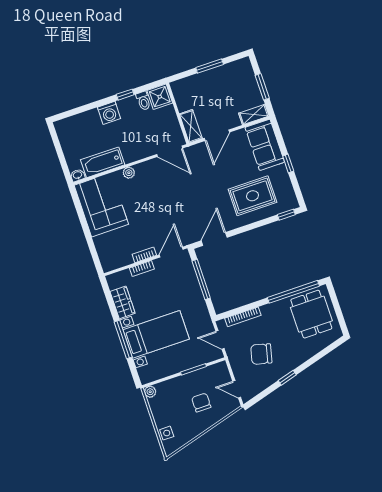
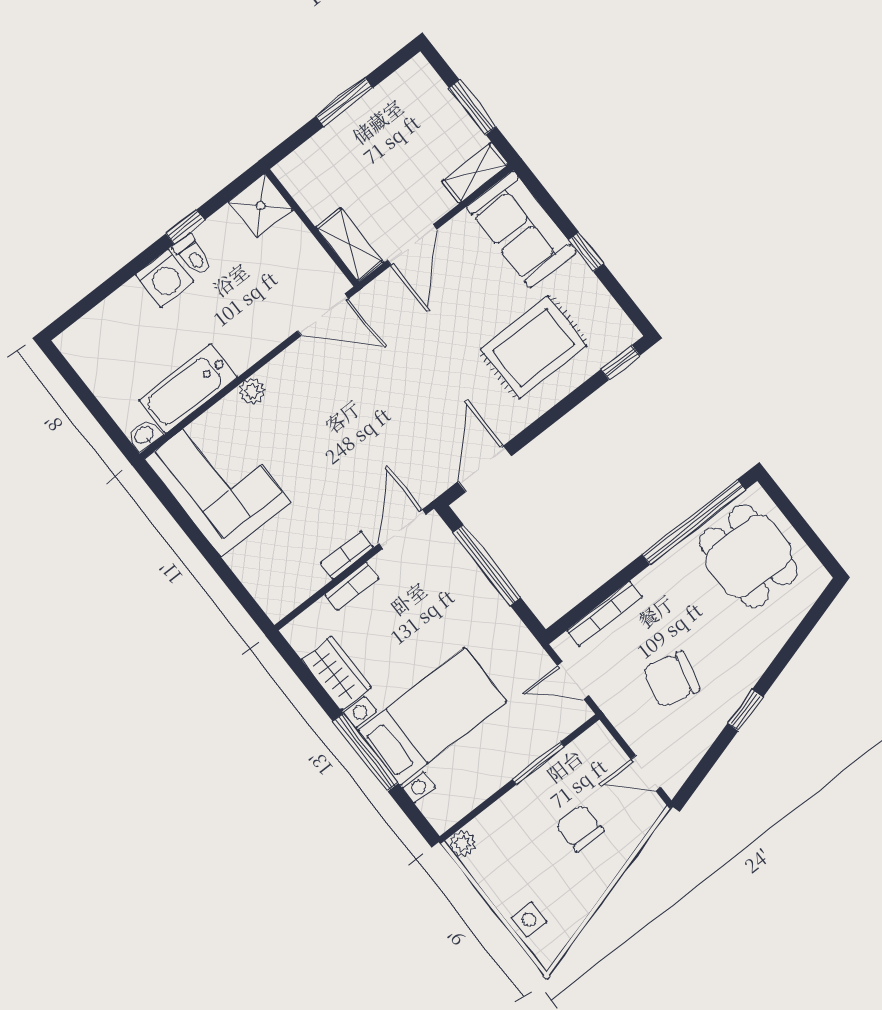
toilet: (143, 101) -> (192, 255), moved

